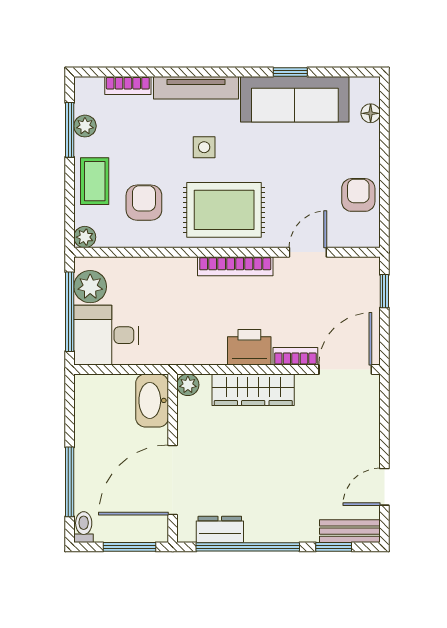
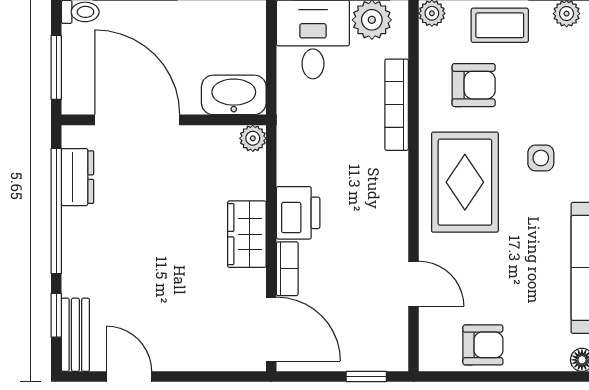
bookcase: (235, 266) -> (397, 105), moved
wardrobe: (253, 390) -> (247, 234), width x0.67

